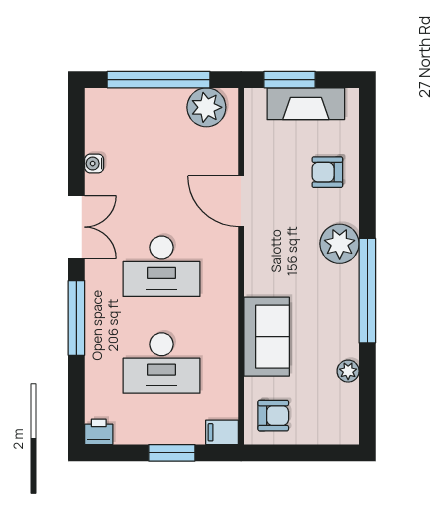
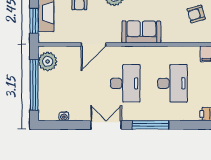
water cooler: (94, 164) -> (64, 116), moved
sofa: (267, 337) -> (141, 32), moved
armchair: (273, 416) -> (196, 14), moved, turned -106

